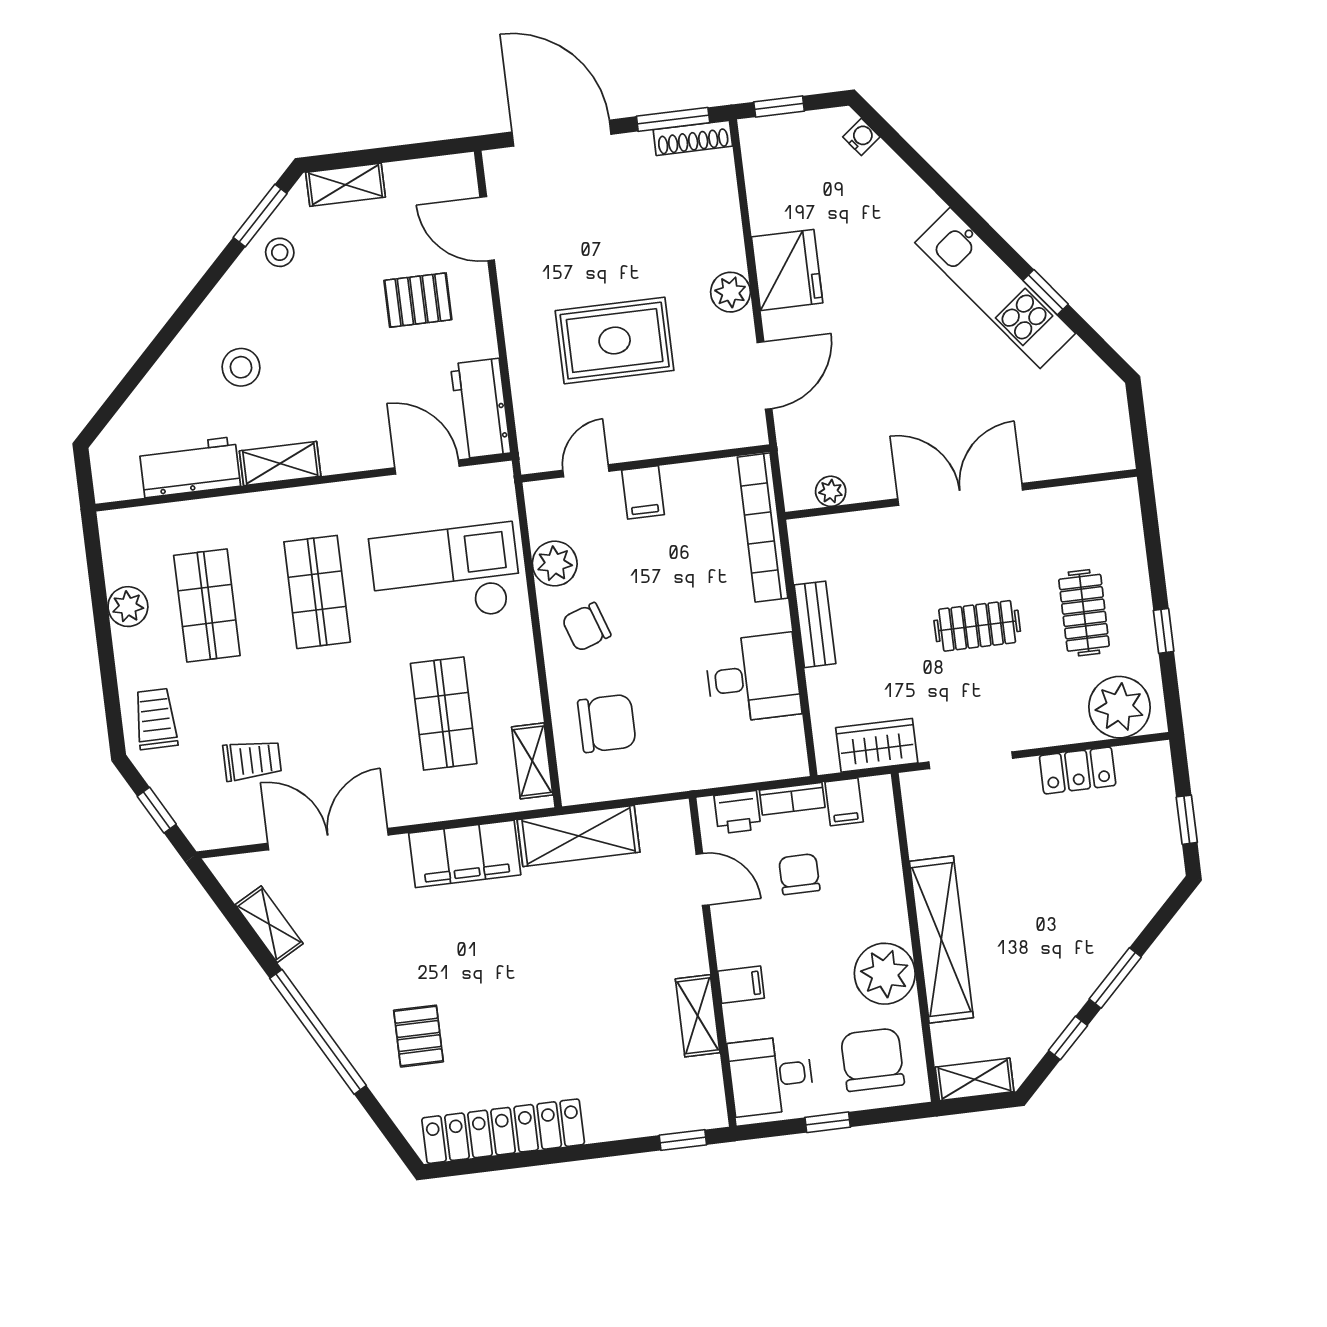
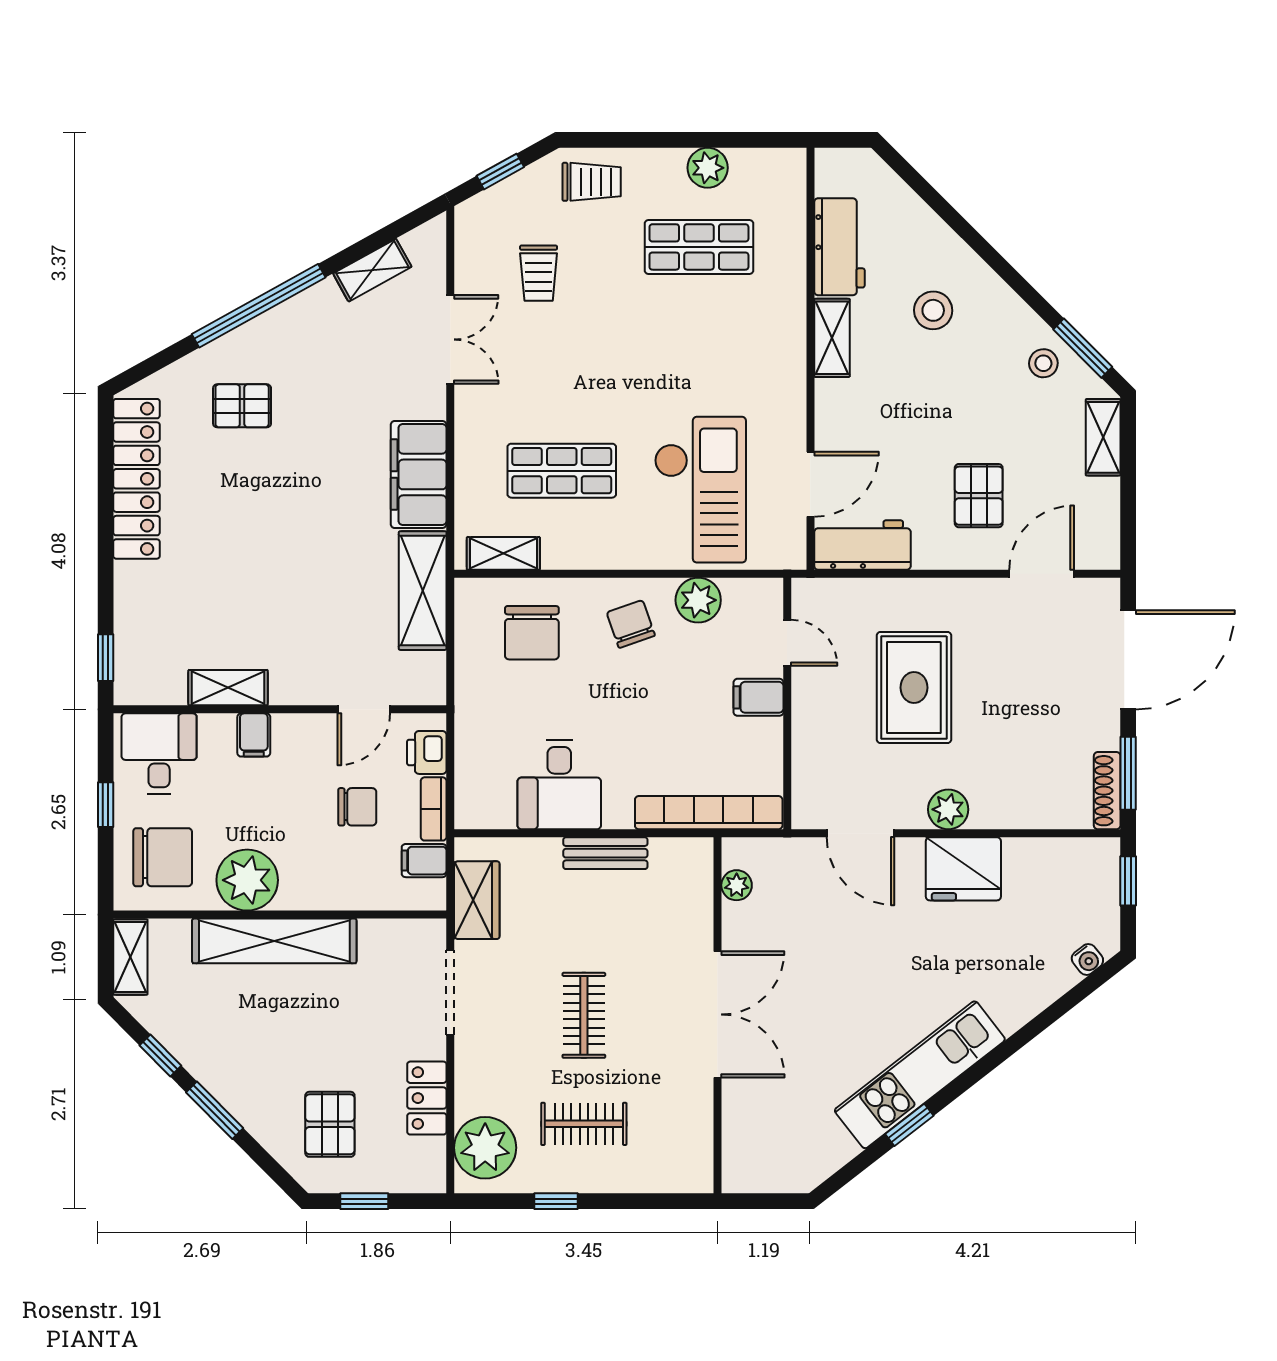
shop shelf: (317, 592) -> (699, 359), removed
double door: (328, 839) -> (450, 339), width x0.73
pallet: (1115, 863) -> (330, 1124), added

